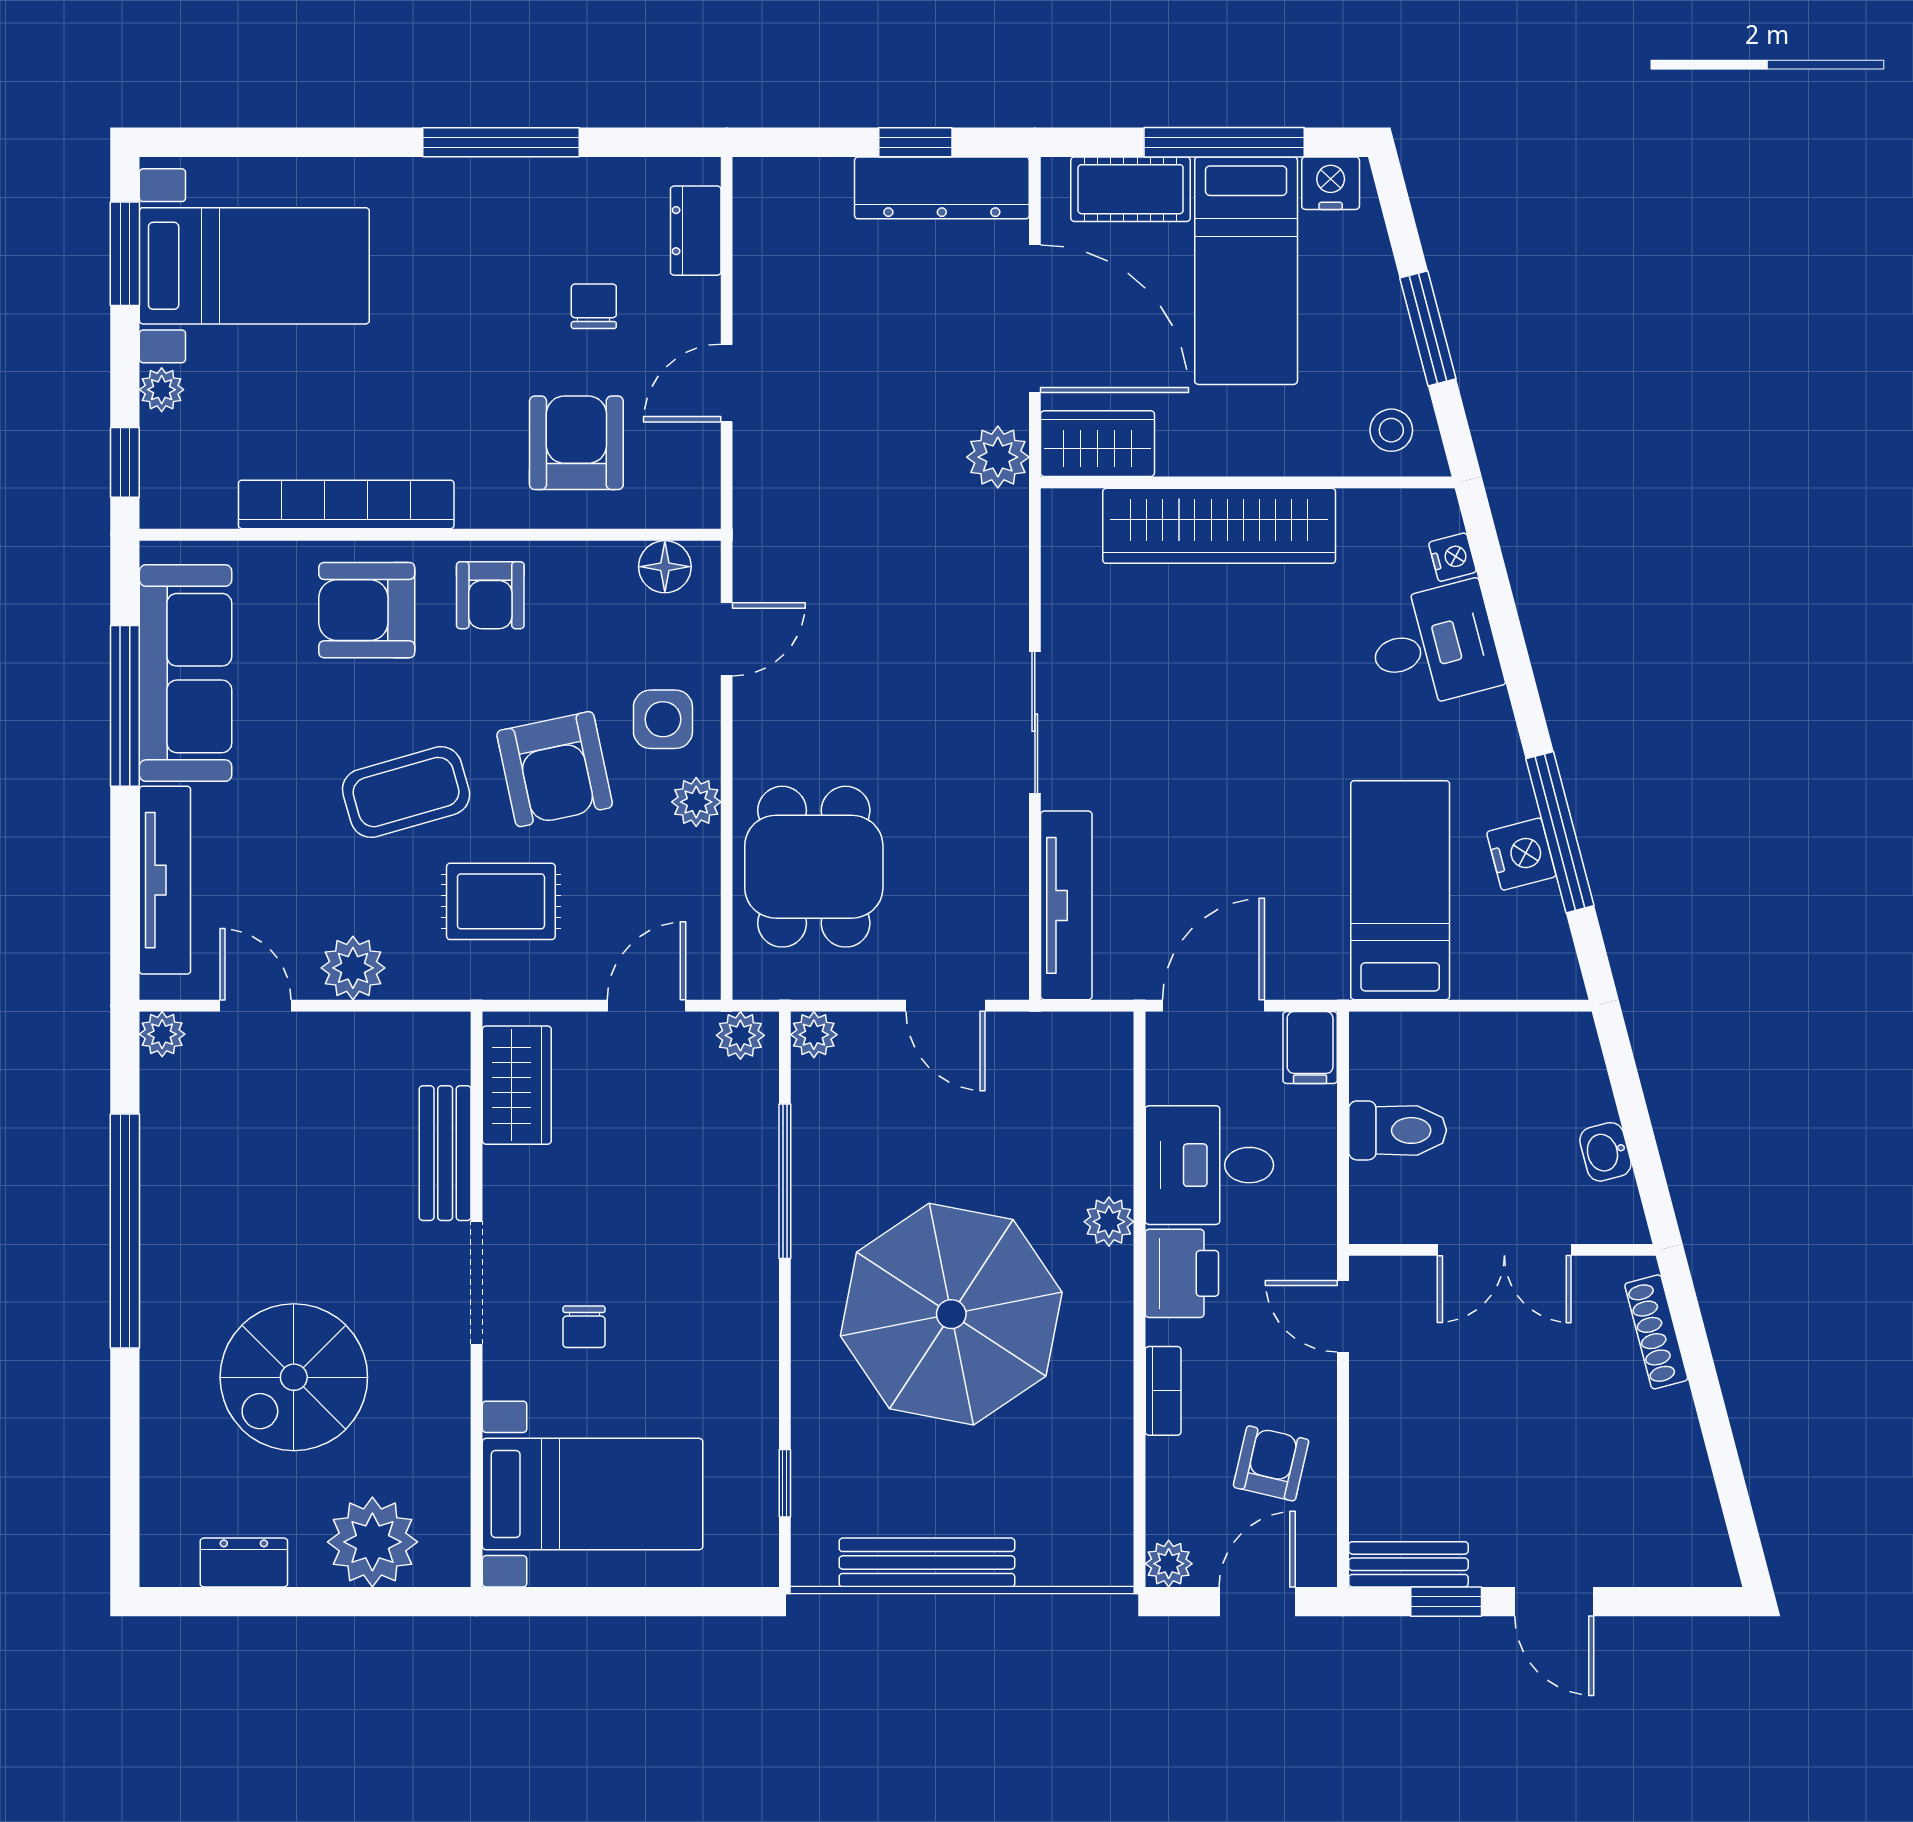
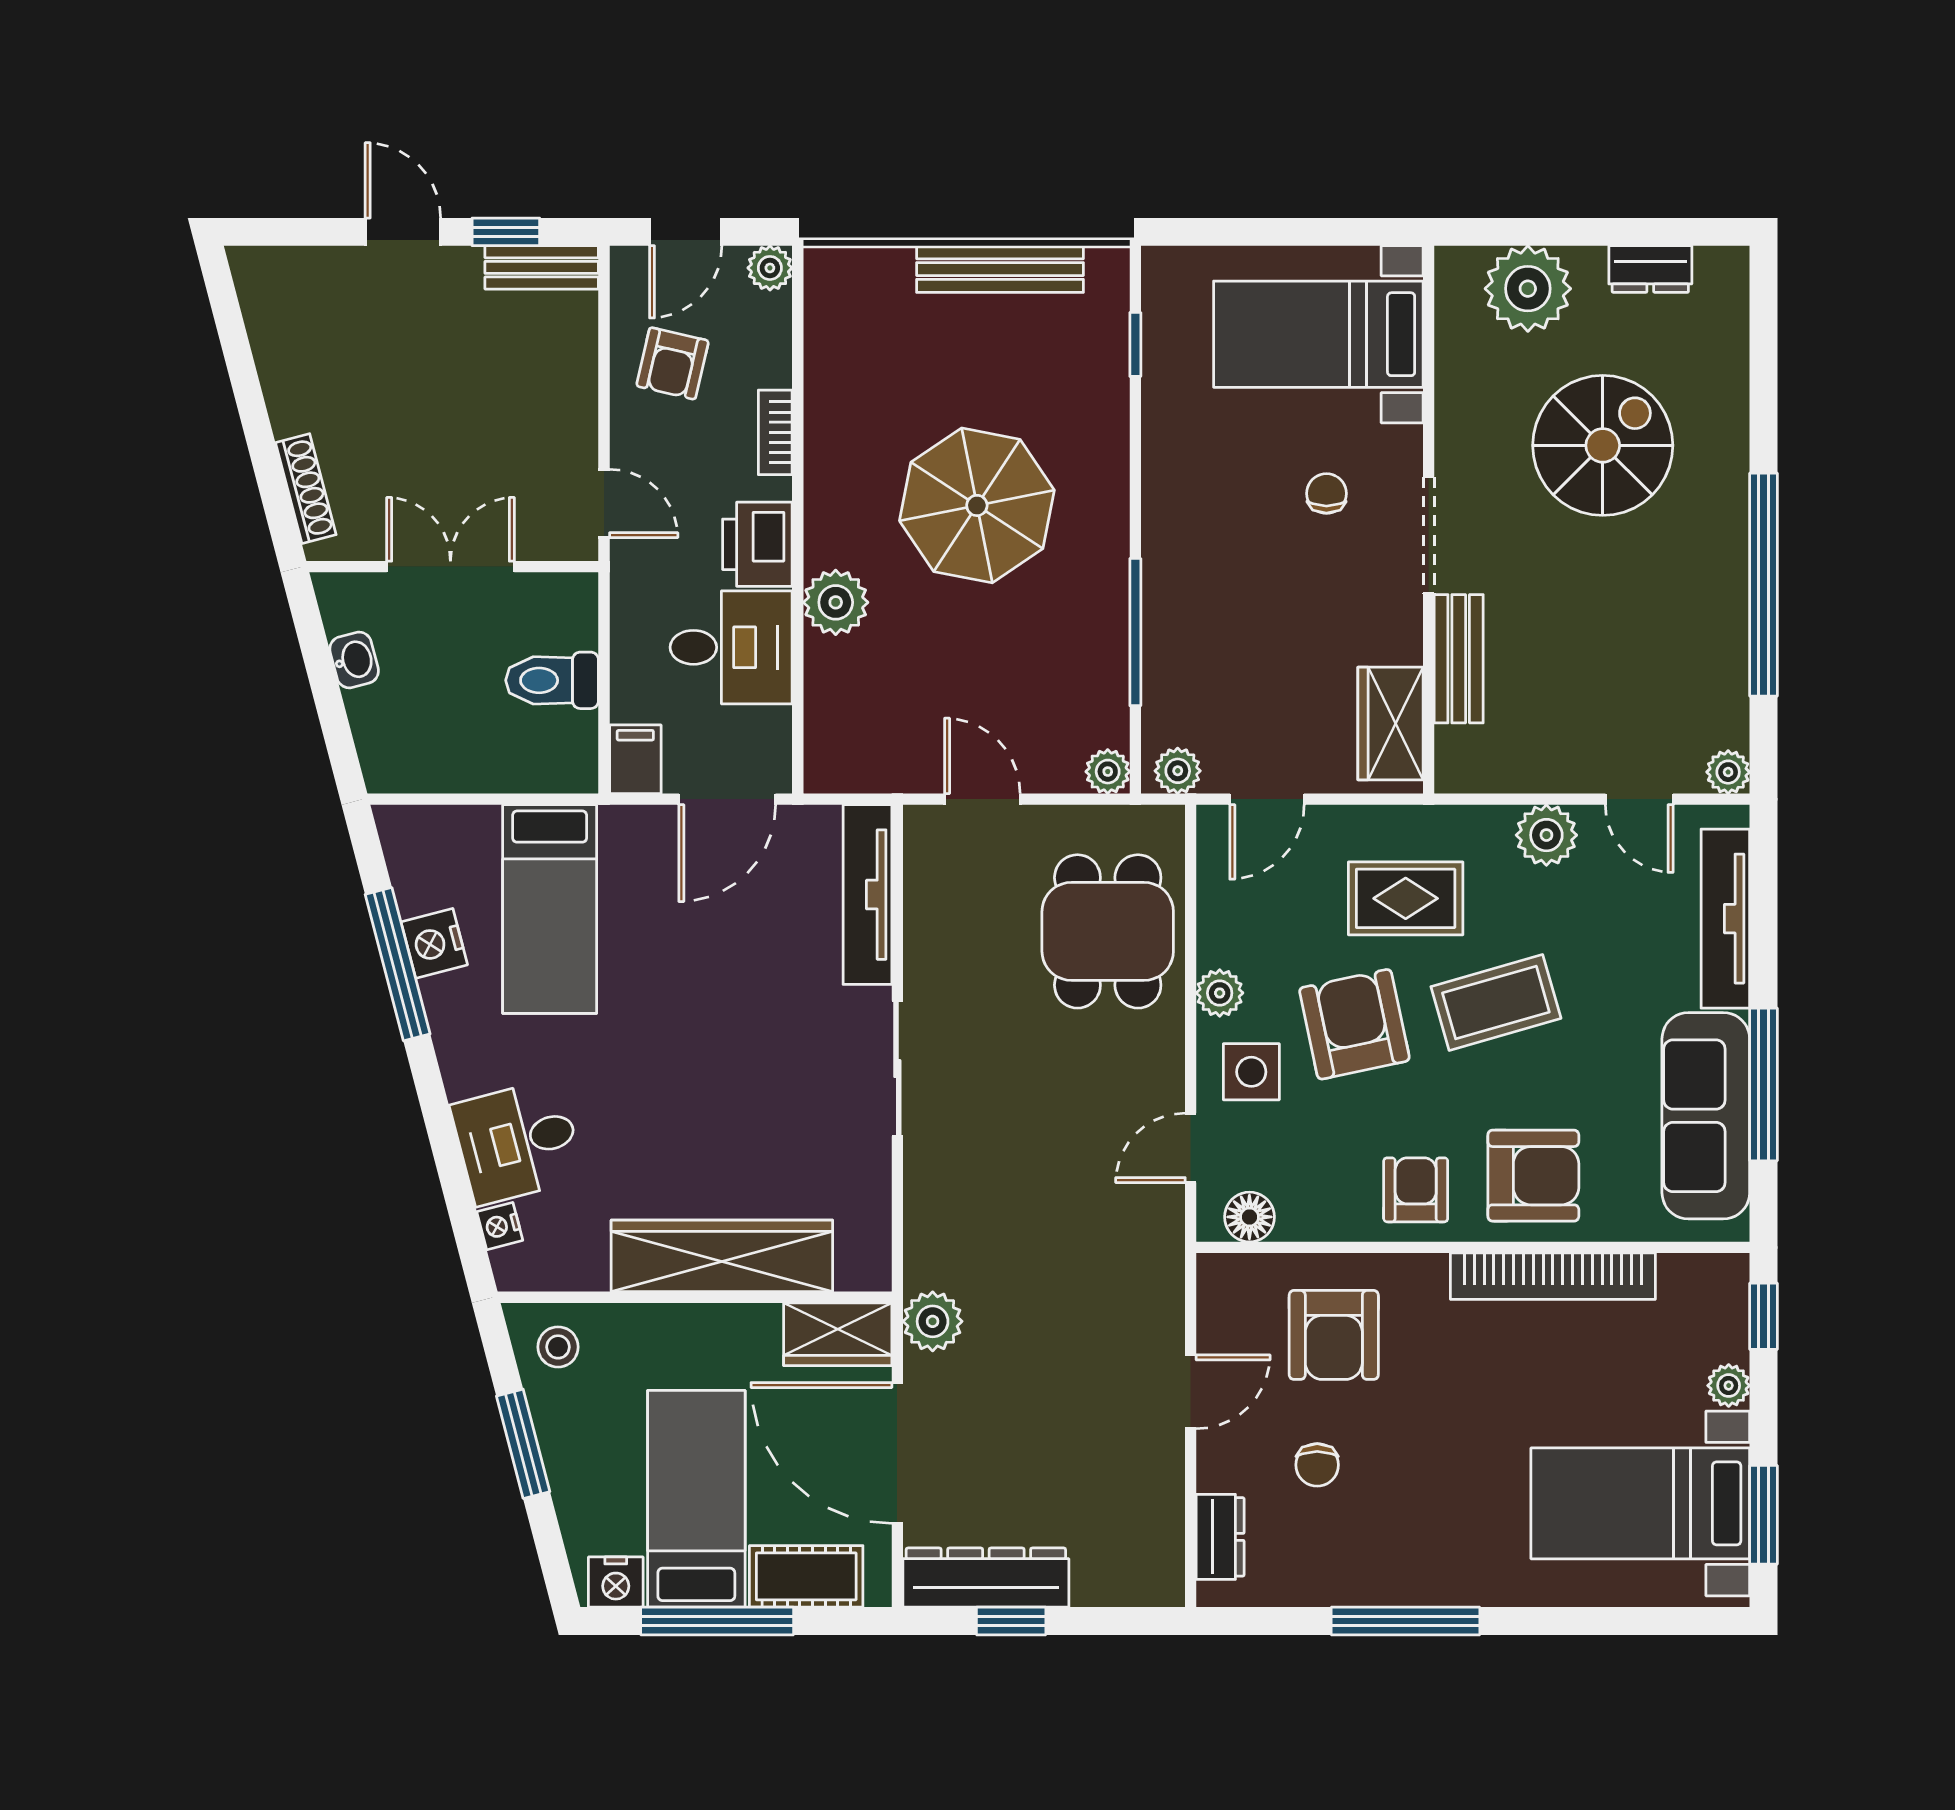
plant: (1109, 1222) -> (836, 602), width x1.38, depth x1.38
parasol: (951, 1314) -> (977, 505), width x0.73, depth x0.73

